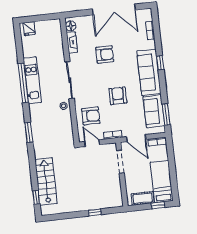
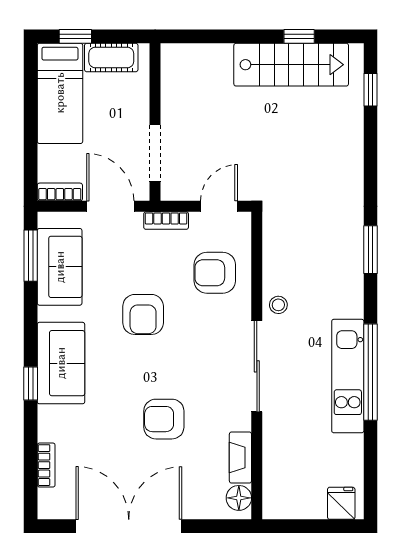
sofa: (149, 72) -> (61, 363), width x0.73
door: (92, 143) -> (219, 206), swing flipped
stairs: (46, 182) -> (291, 65), moved, turned -90
window: (95, 212) -> (299, 36), moved

